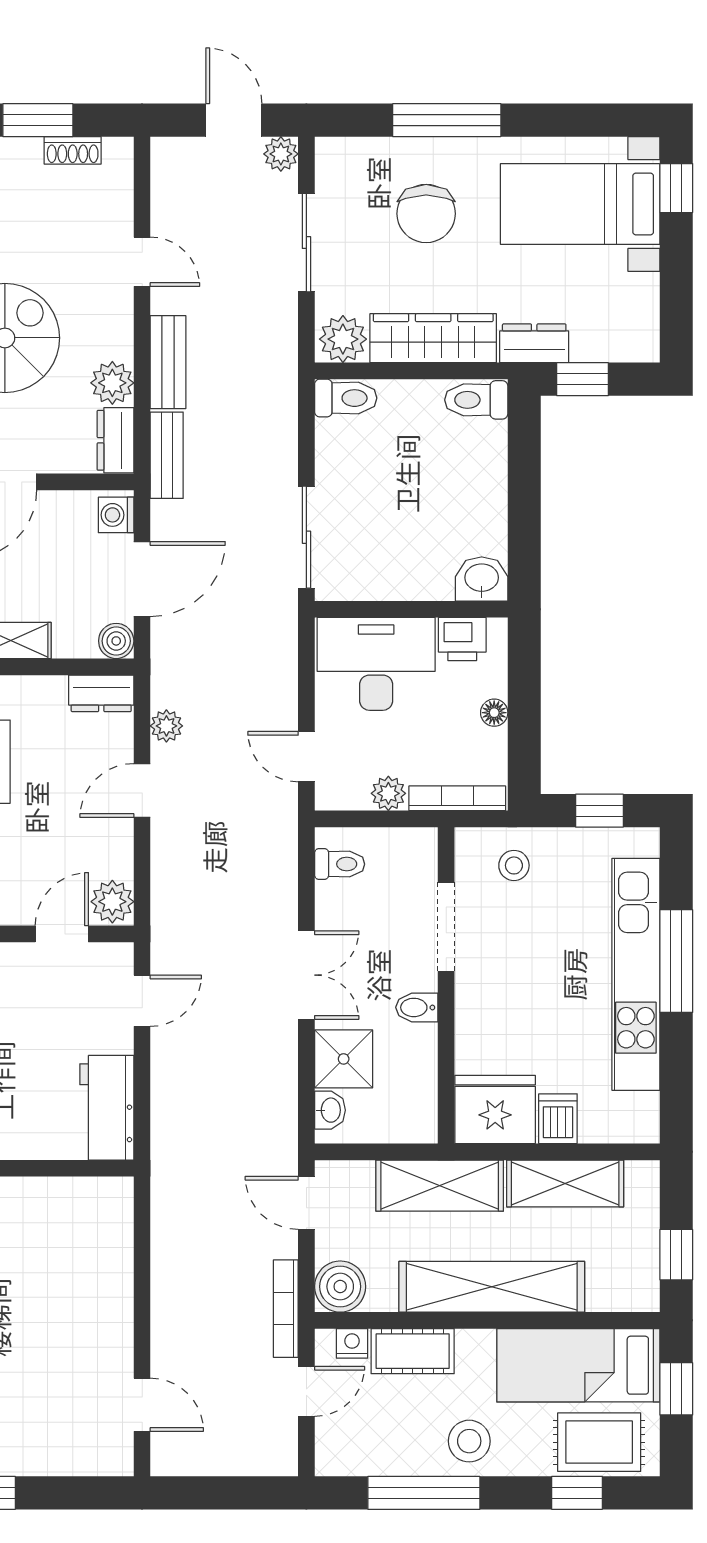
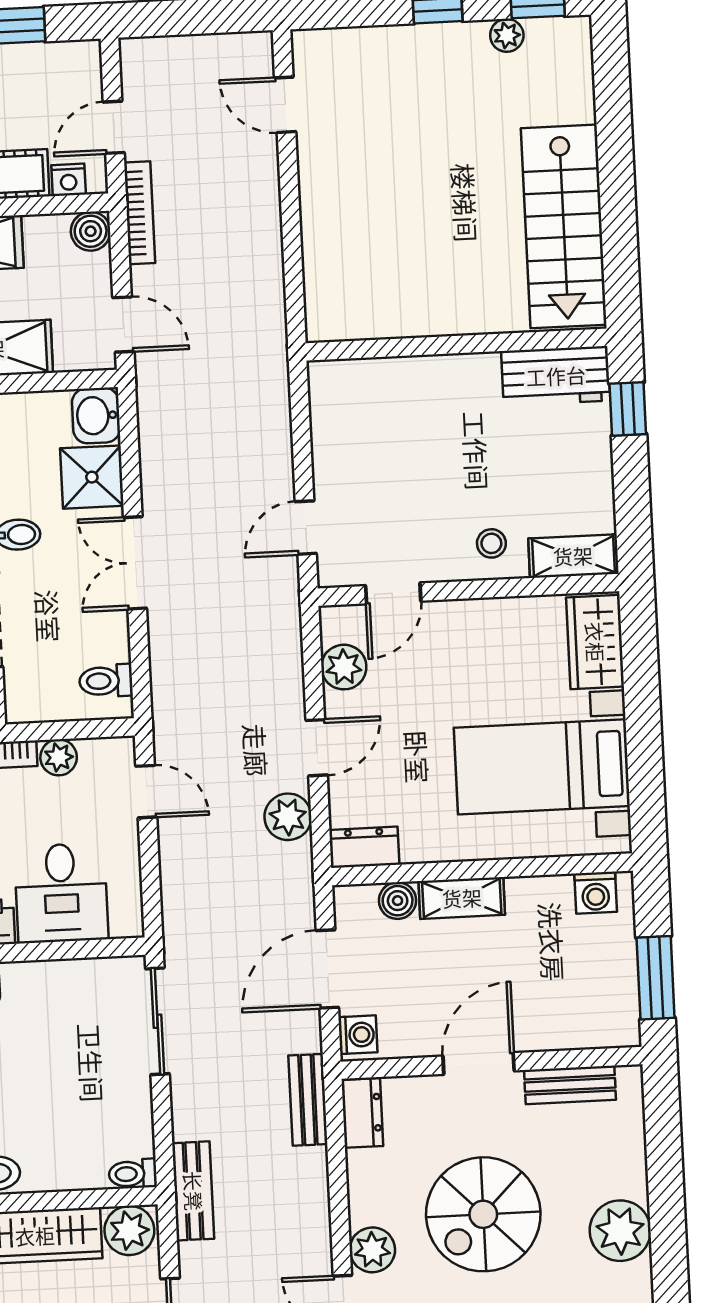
bench: (168, 362) -> (193, 1191), moved
plant: (112, 383) -> (372, 1250), moved
toilet: (346, 398) -> (133, 1174), width x0.73, depth x0.72
boiler: (116, 641) -> (398, 901), moved
desk: (376, 664) -> (61, 893), width x0.73
plant: (166, 726) -> (288, 817), width x1.38, depth x1.38
plant: (112, 902) -> (344, 667), moved
workbench: (107, 1108) -> (337, 414), removed
washbasin: (330, 1110) -> (96, 416), width x1.38, depth x1.45
boiler: (340, 1287) -> (91, 231), width x0.73, depth x0.73

